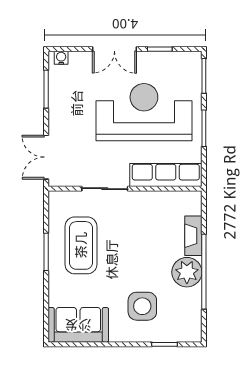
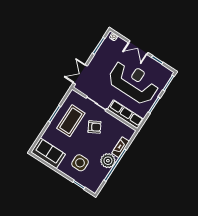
armchair: (128, 230) -> (95, 127), added

